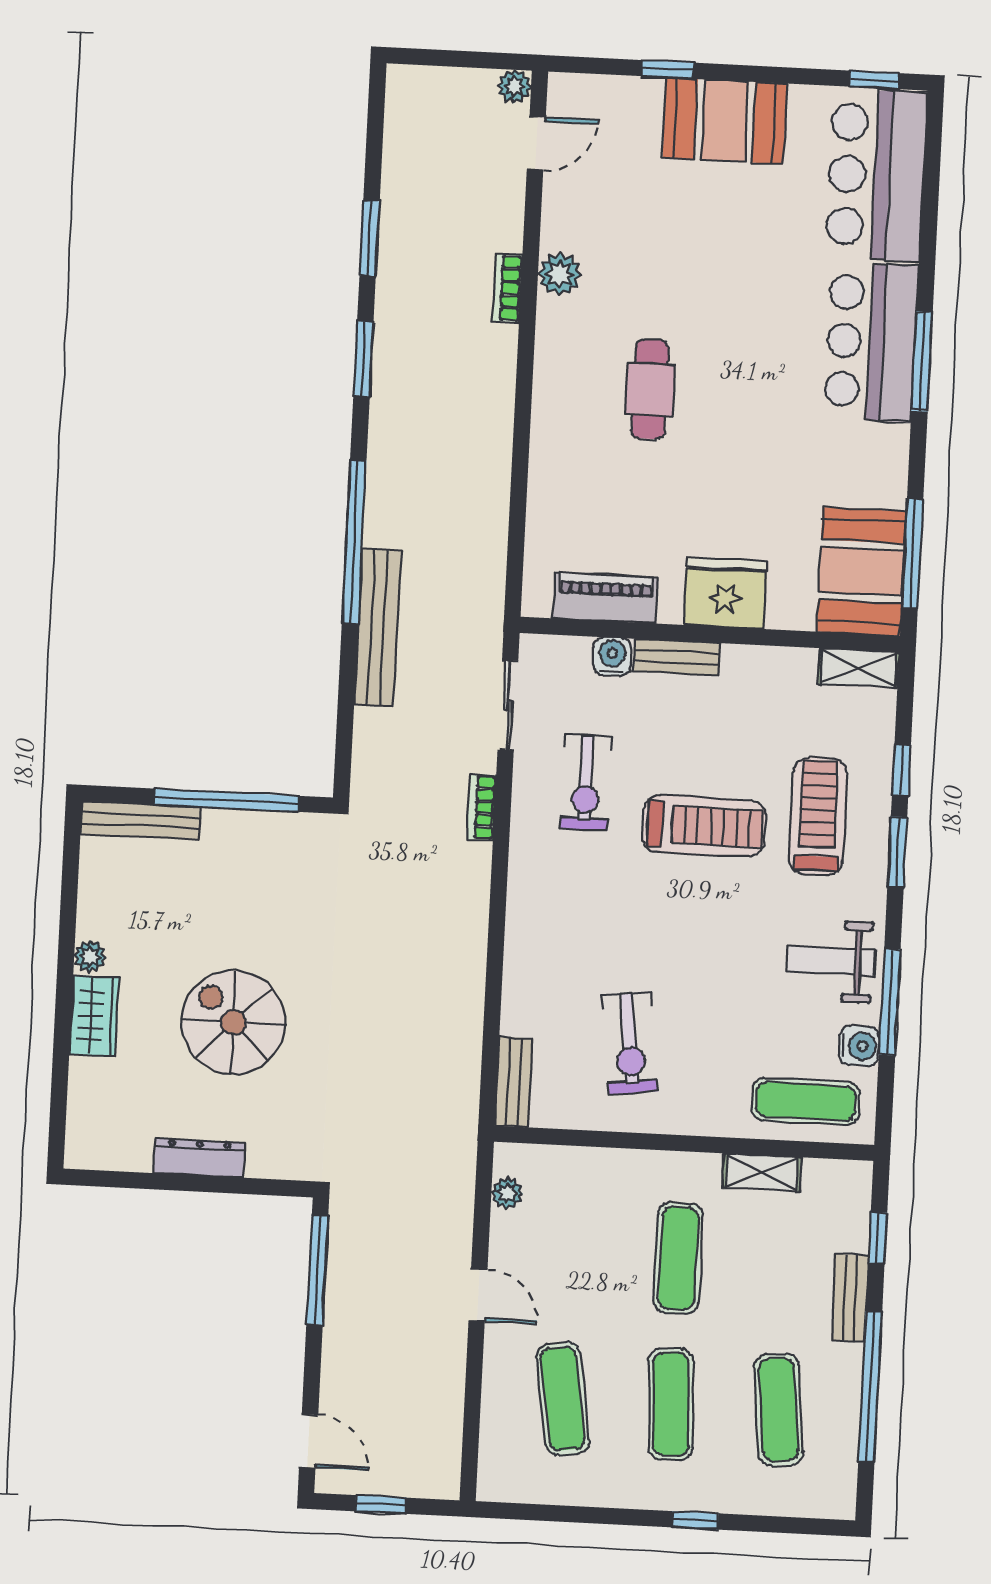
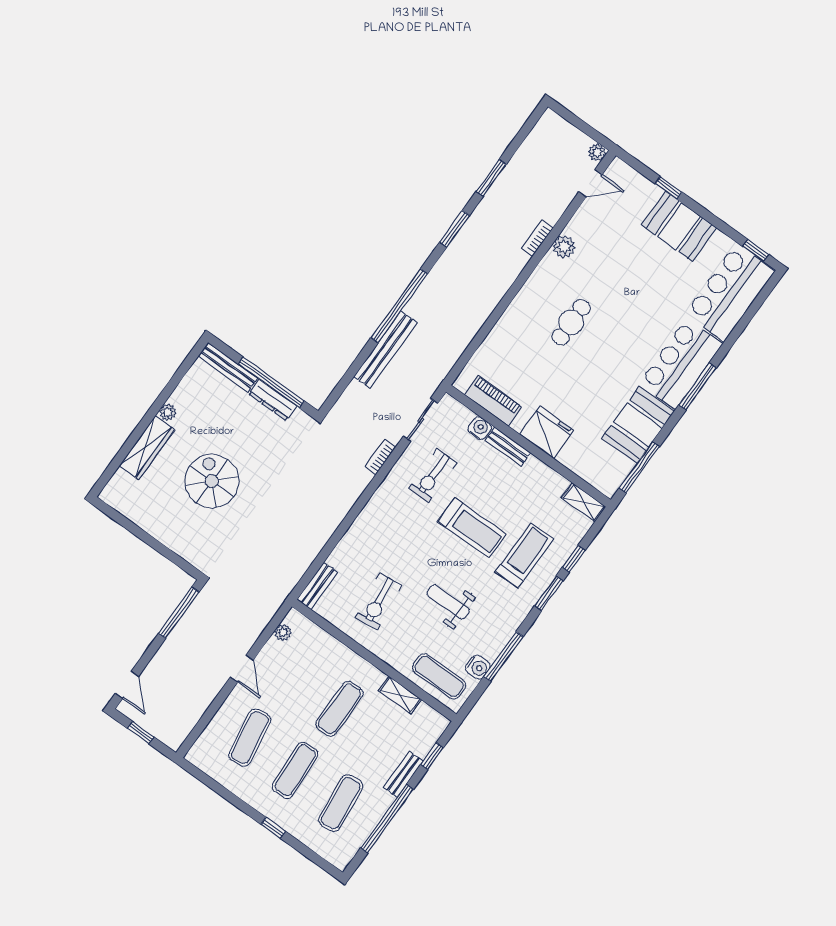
booth: (861, 572) -> (638, 425), moved
weight bench: (831, 961) -> (448, 602), moved
wardrobe: (94, 1016) -> (147, 448), width x1.50
dresser: (199, 1158) -> (273, 400), moved, turned 180

